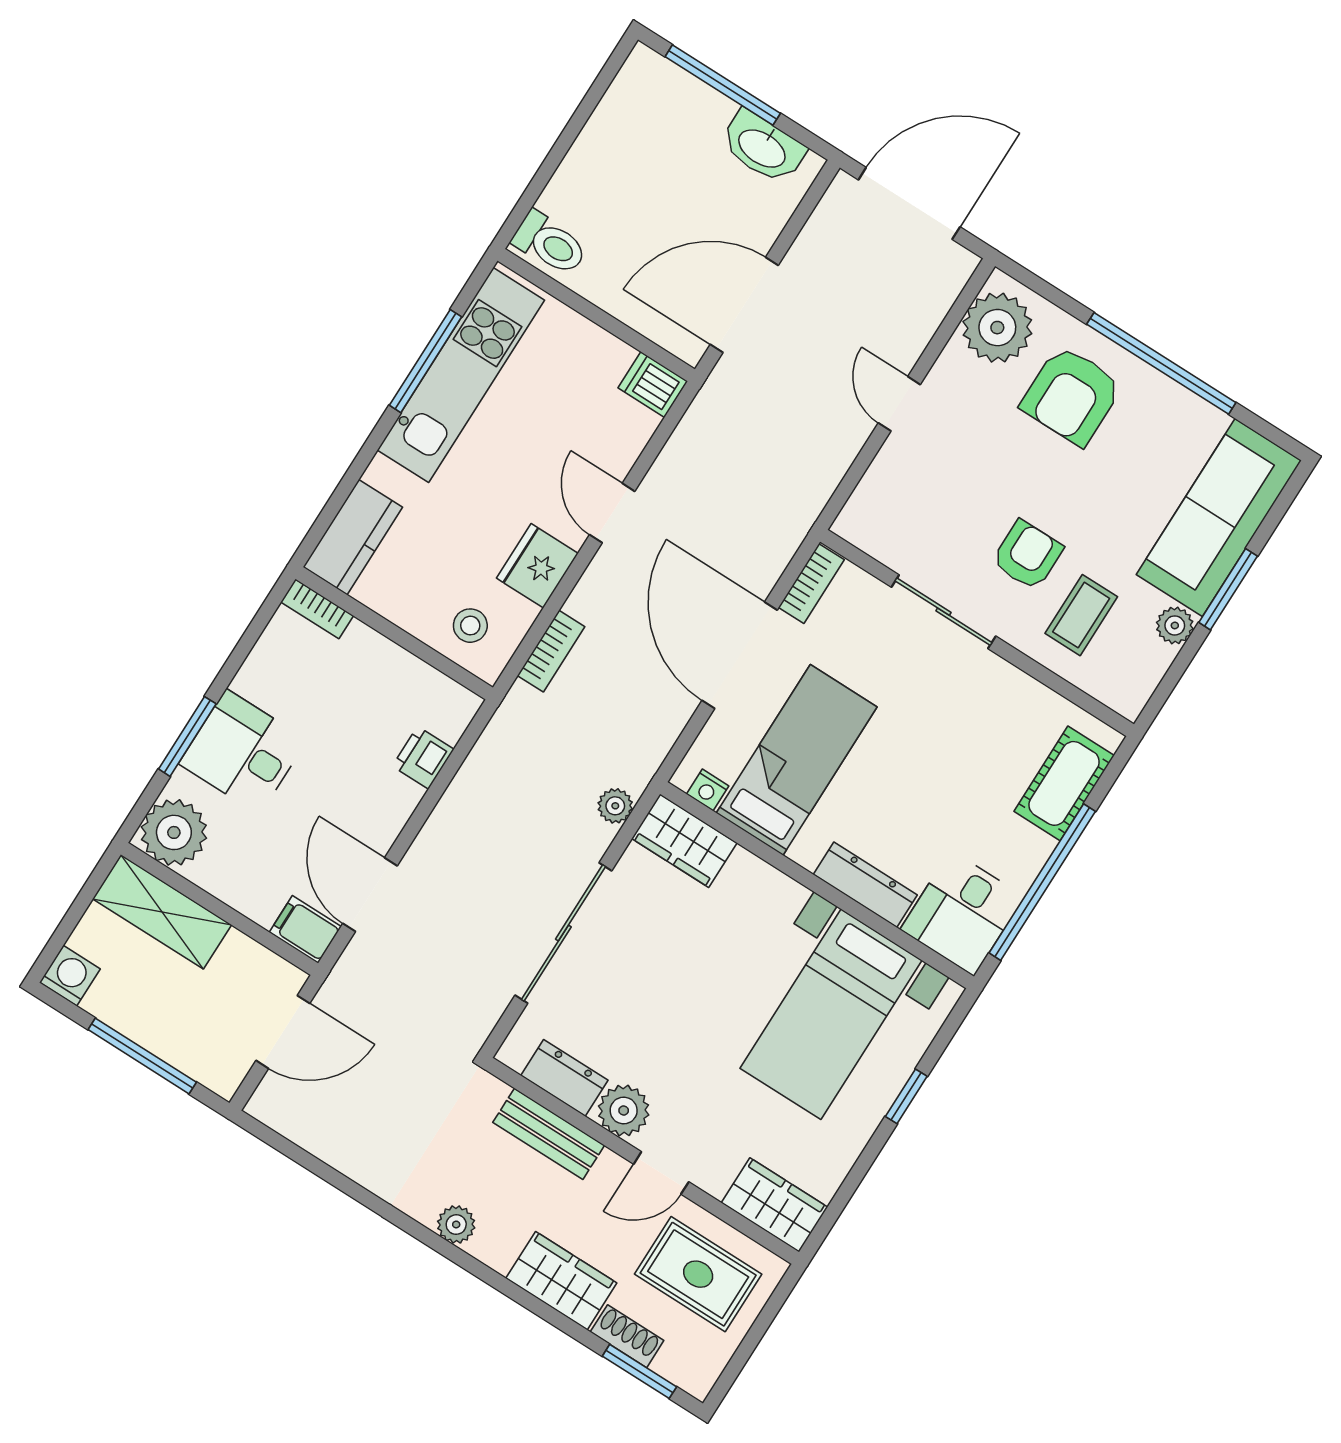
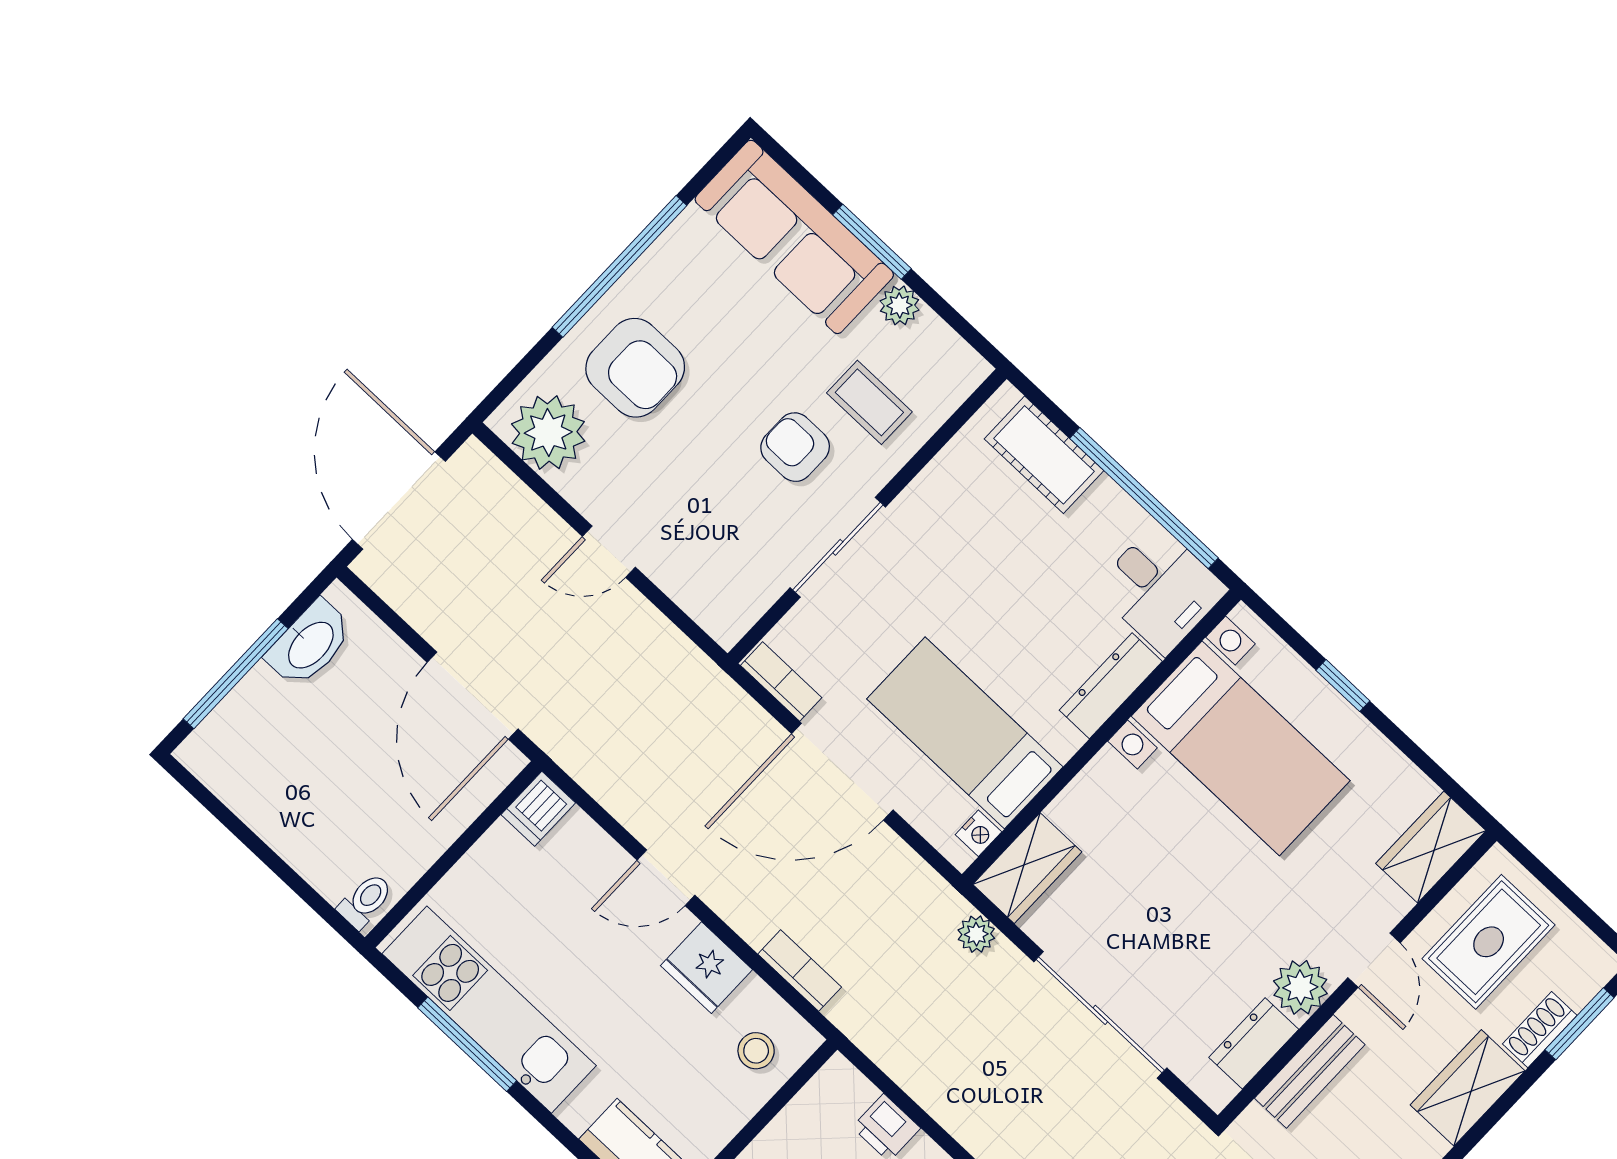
toilet: (550, 243) -> (365, 901), width x0.73, depth x0.72

